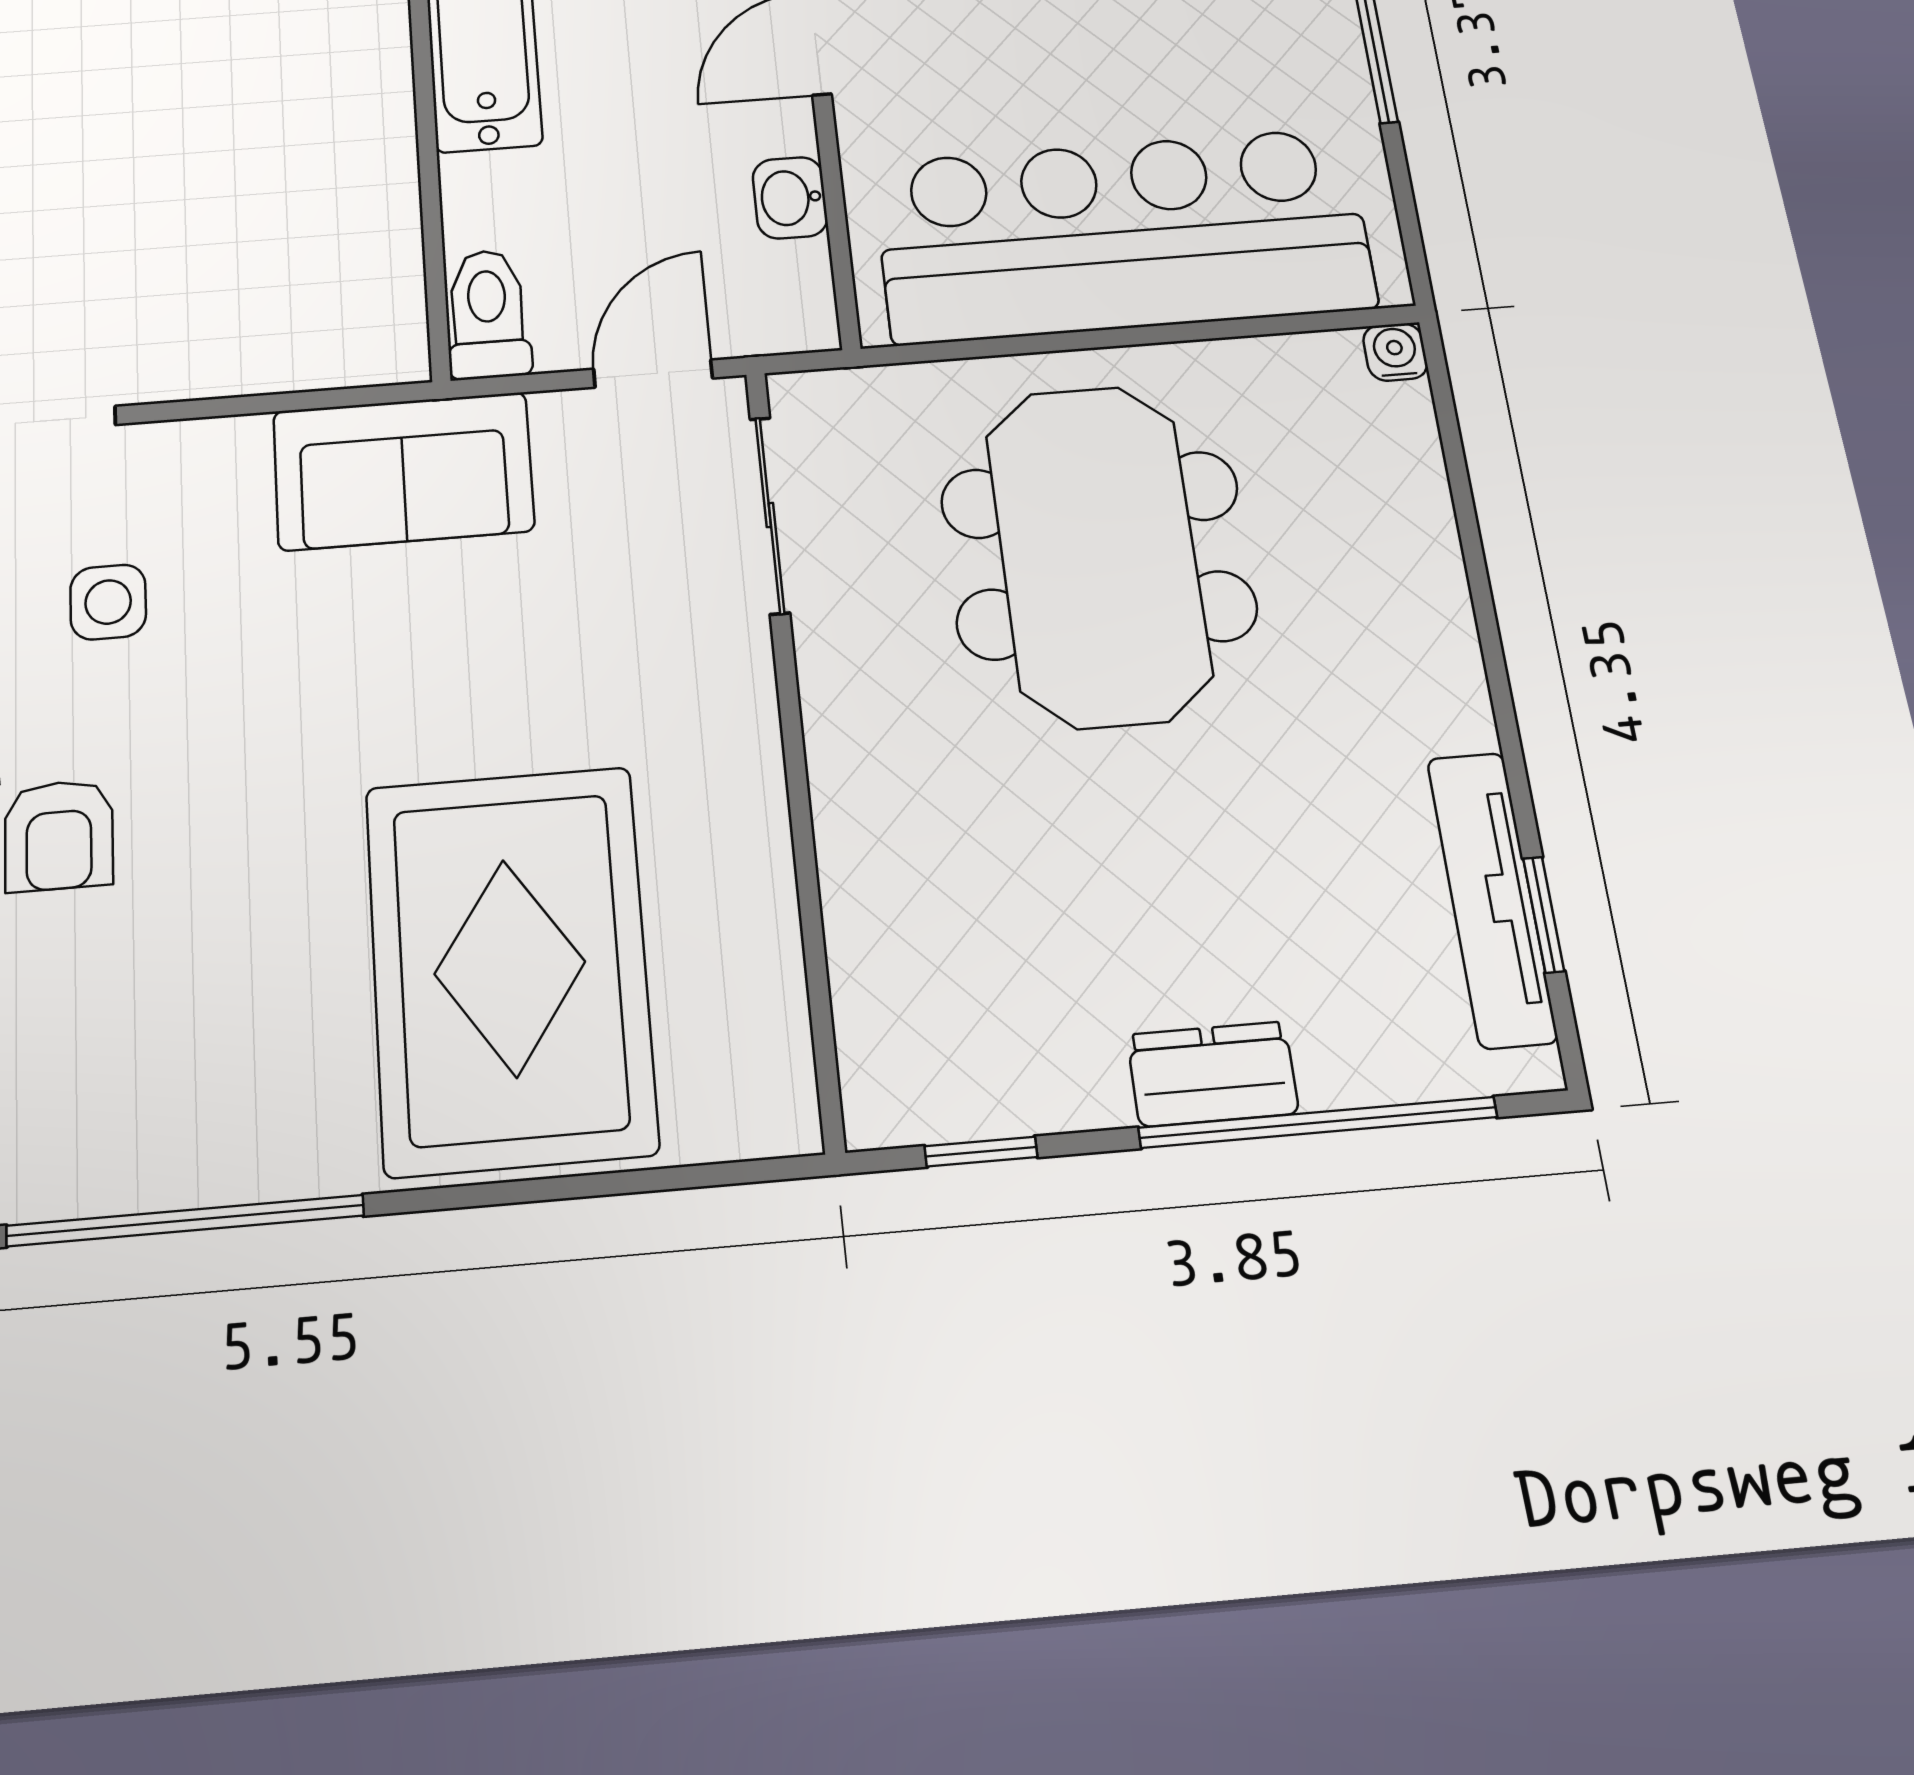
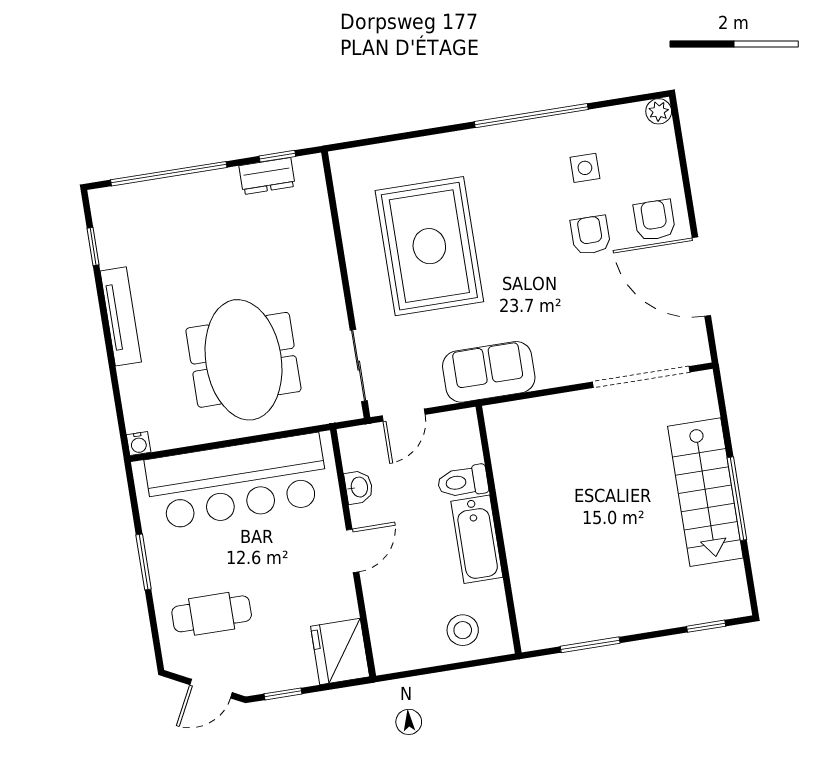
toilet: (488, 314) -> (463, 482), moved, turned 90
side table: (108, 602) -> (585, 168), moved
tv unit: (1492, 899) -> (121, 316), moved
rug: (510, 968) -> (429, 246), moved
dresser: (1213, 1074) -> (267, 176), moved

